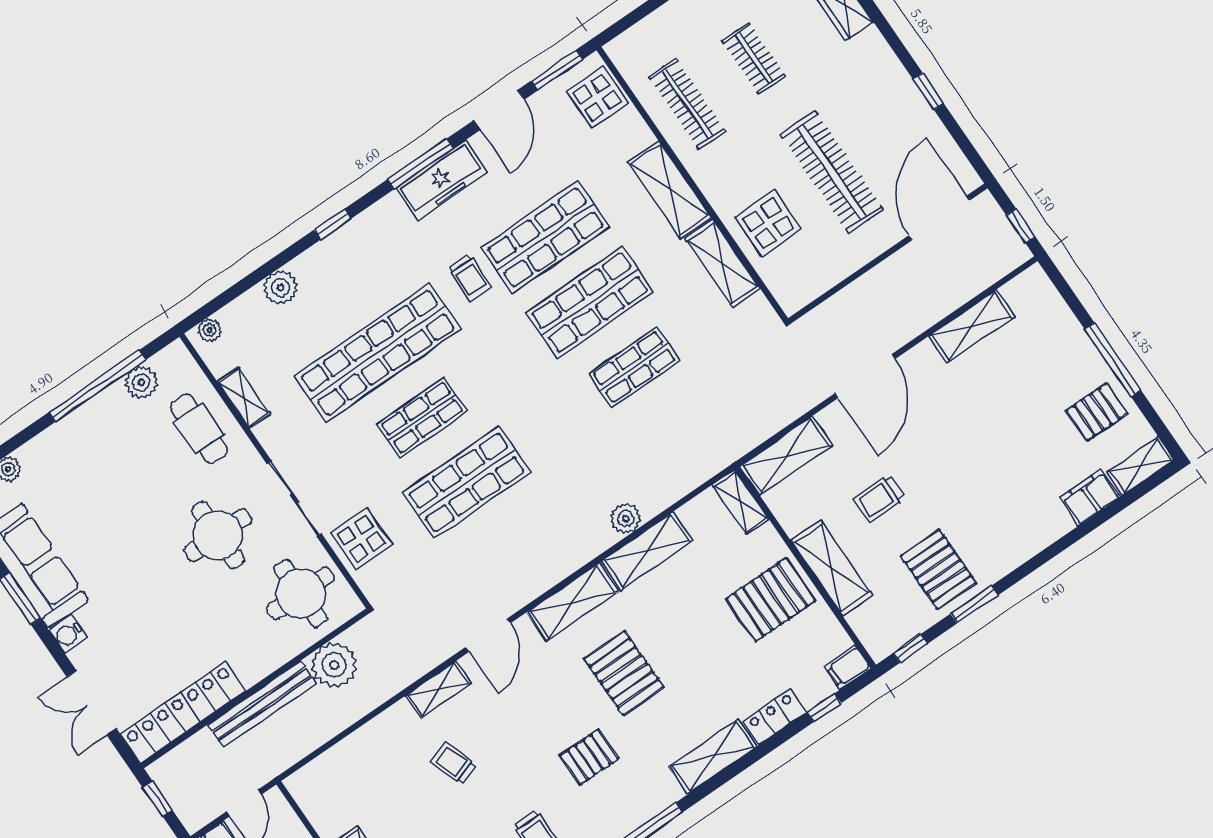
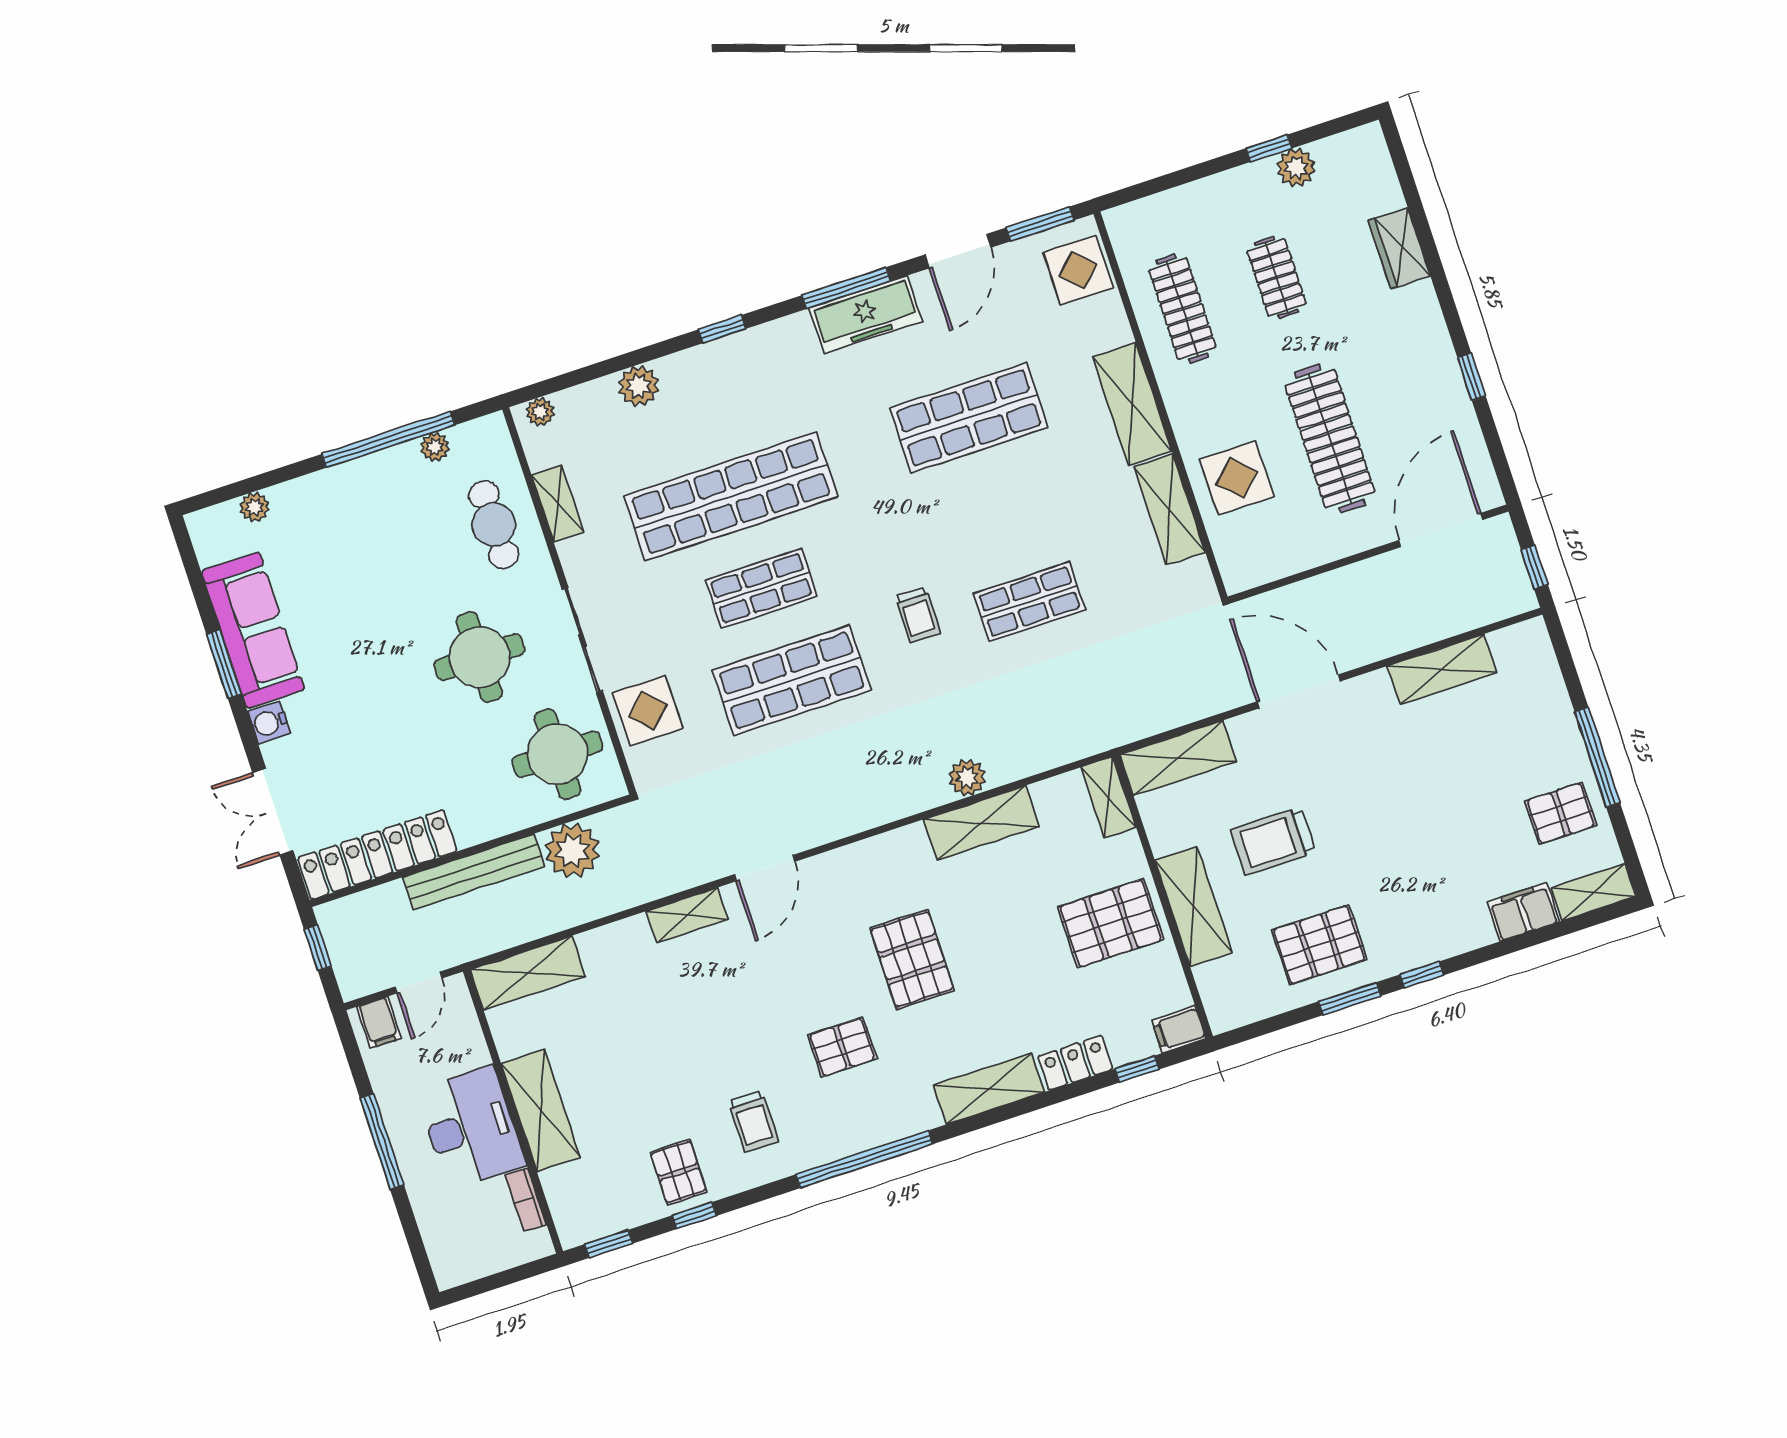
trolley: (470, 277) -> (918, 615), moved
shop shelf: (590, 302) -> (999, 510), removed
door: (865, 376) -> (1299, 691), swing flipped
plant: (141, 382) -> (435, 447), width x0.73, depth x0.73
trolley: (879, 499) -> (1273, 841), width x1.36, depth x1.39
pallet: (938, 569) -> (1319, 945), turned 90
shelving: (573, 602) -> (528, 973), moved
window: (910, 648) -> (1422, 975), moved
trolley: (453, 763) -> (680, 1008), removed

